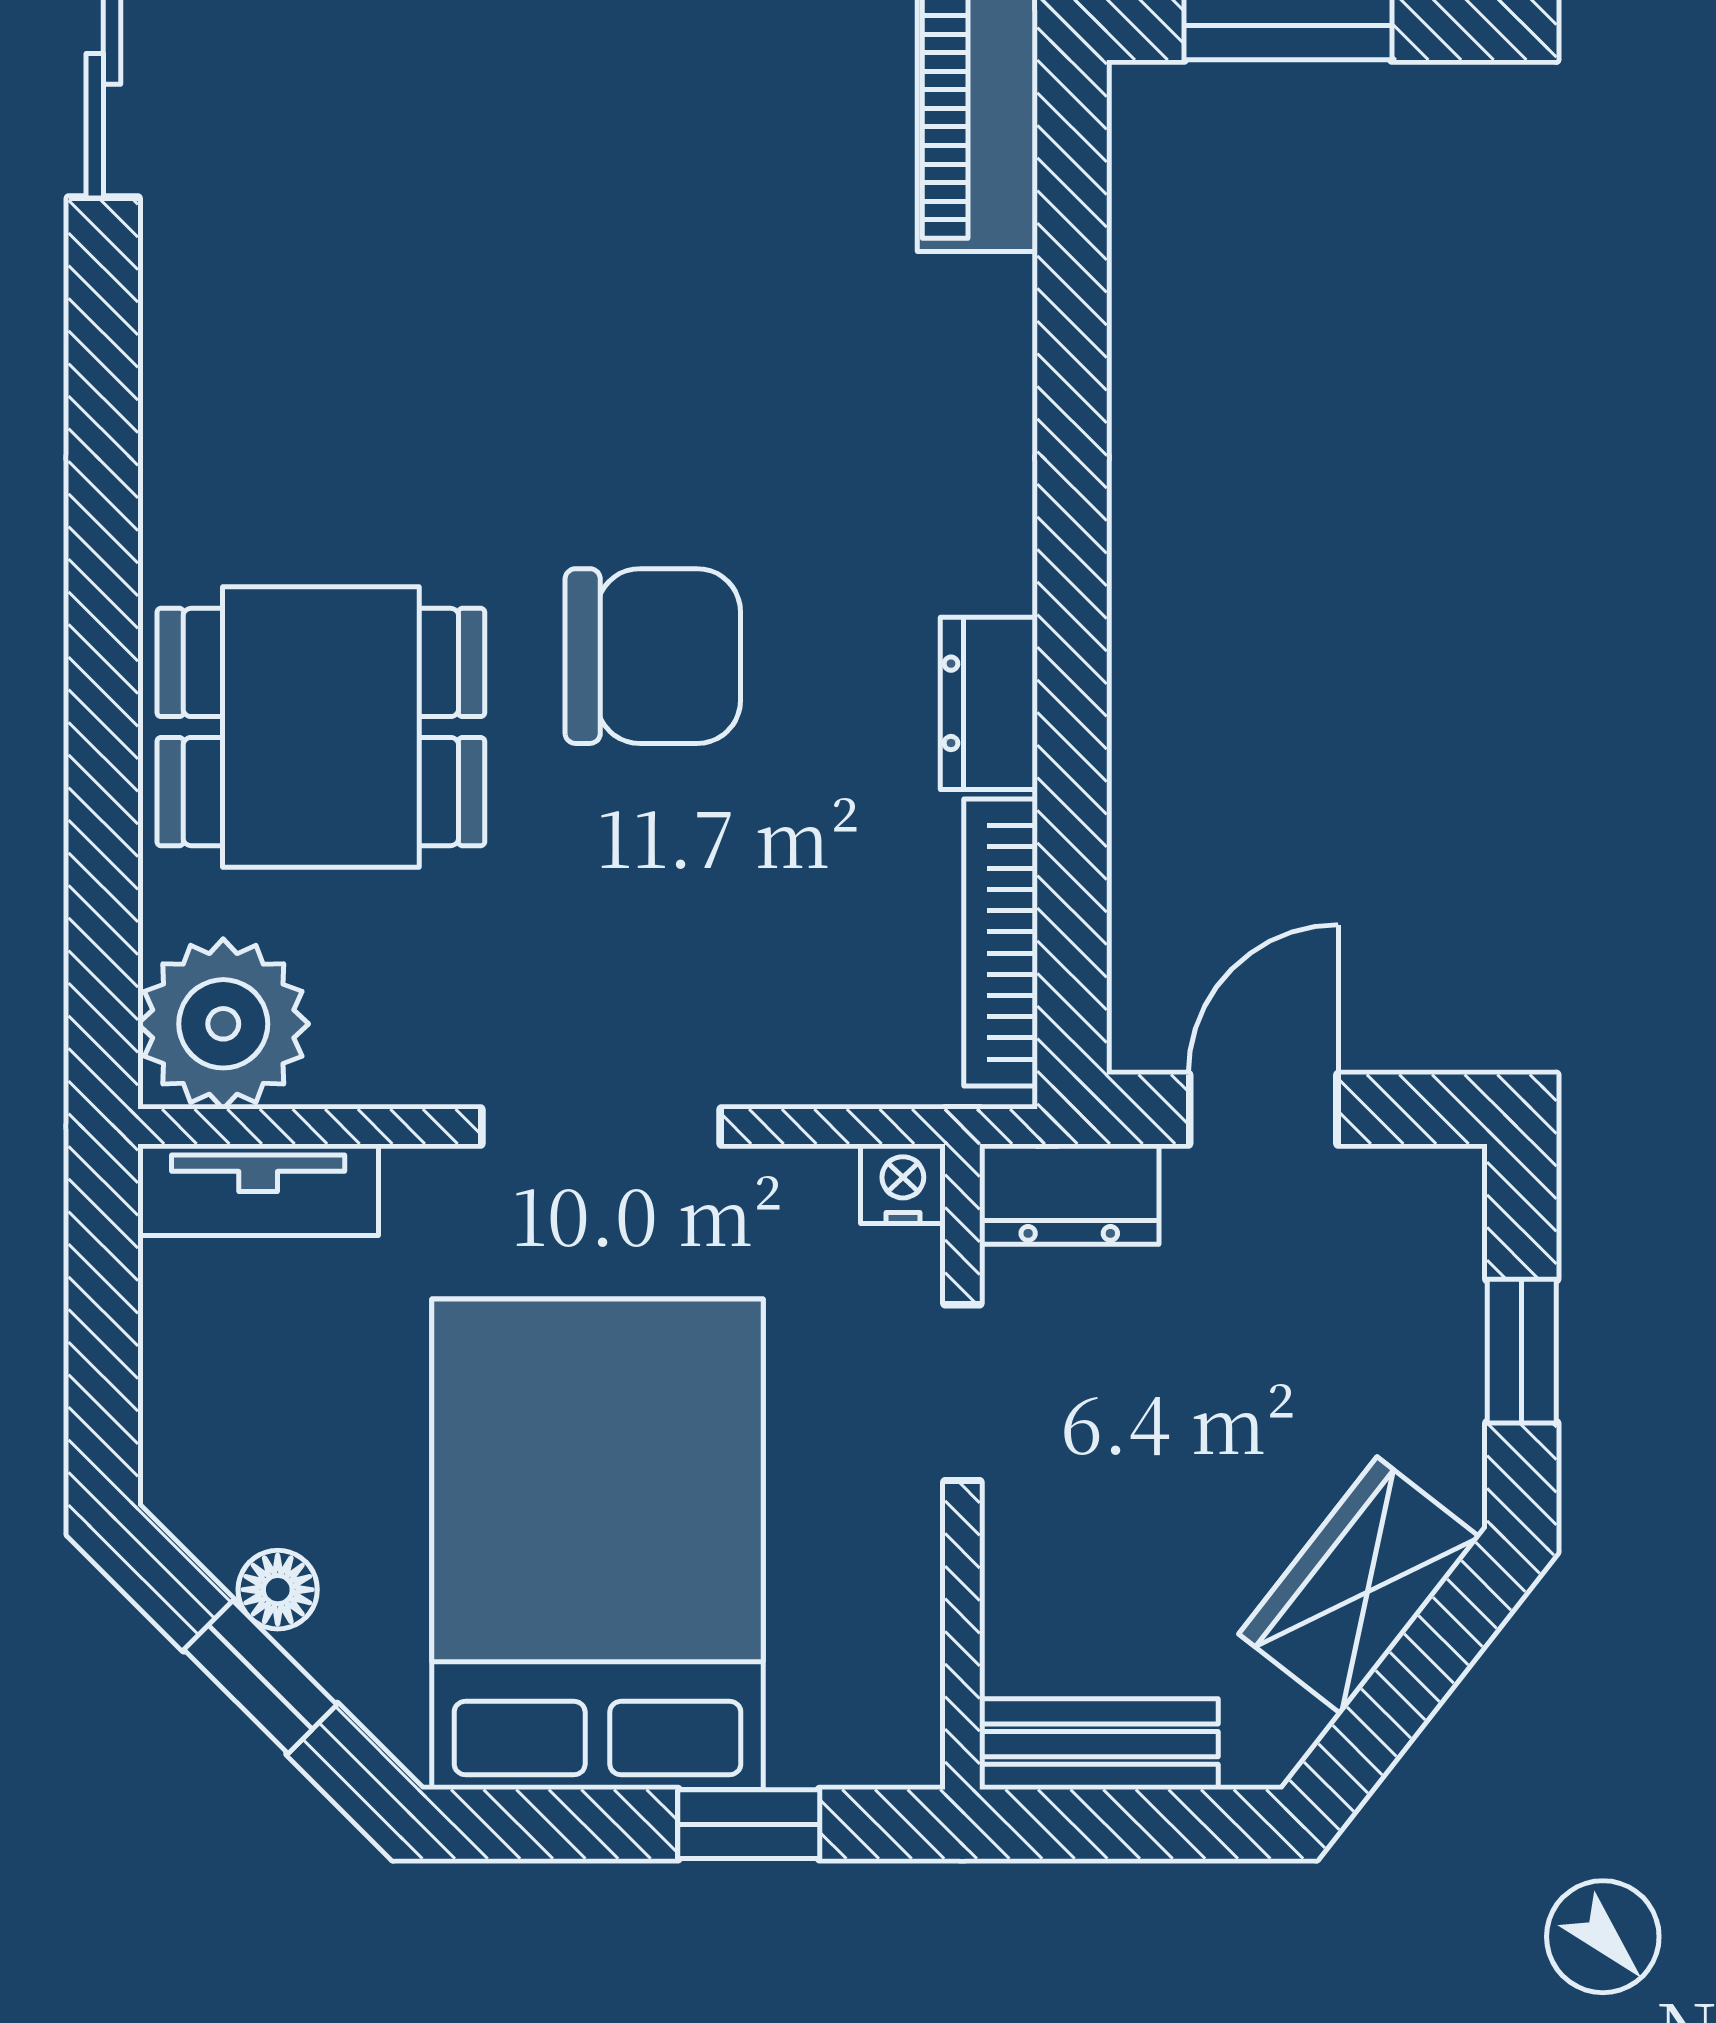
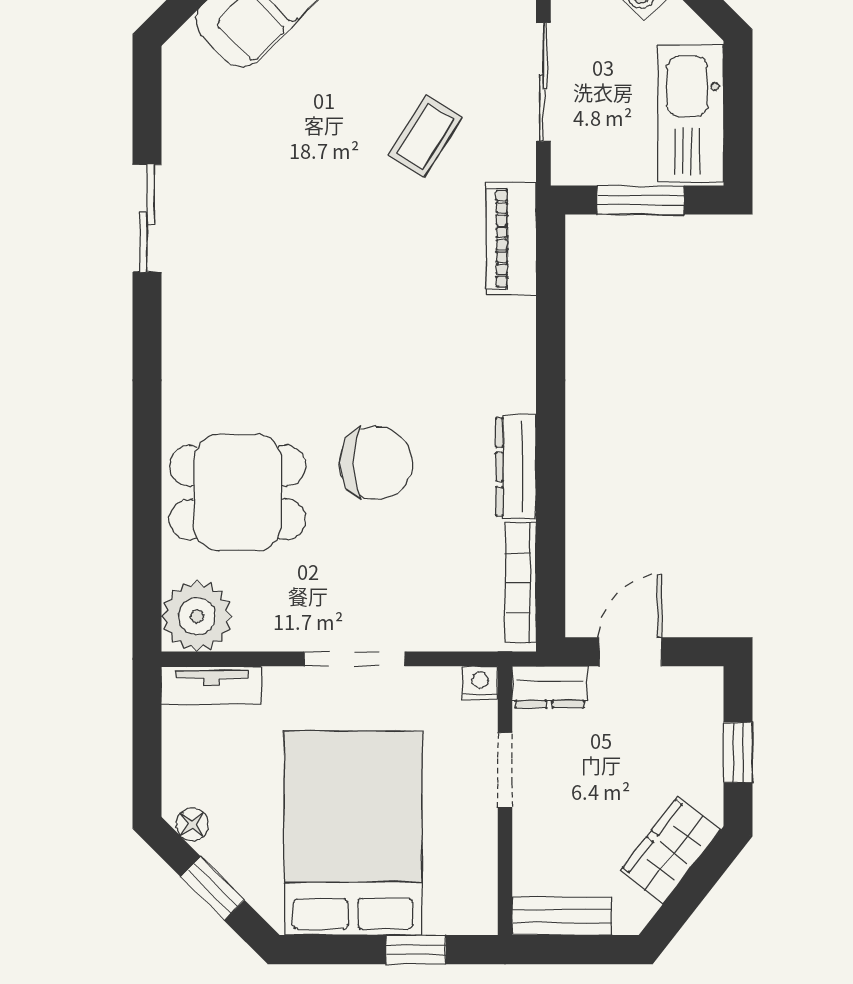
dresser: (989, 703) -> (516, 467), width x1.44
floor lamp: (278, 1590) -> (192, 824), moved

